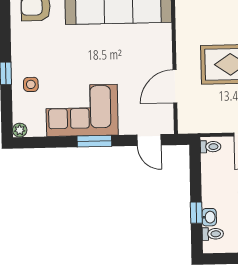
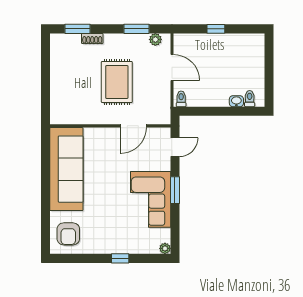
side table: (31, 84) -> (129, 239), removed
door: (175, 86) -> (133, 126), hinge flipped
window: (196, 213) -> (233, 111), removed

